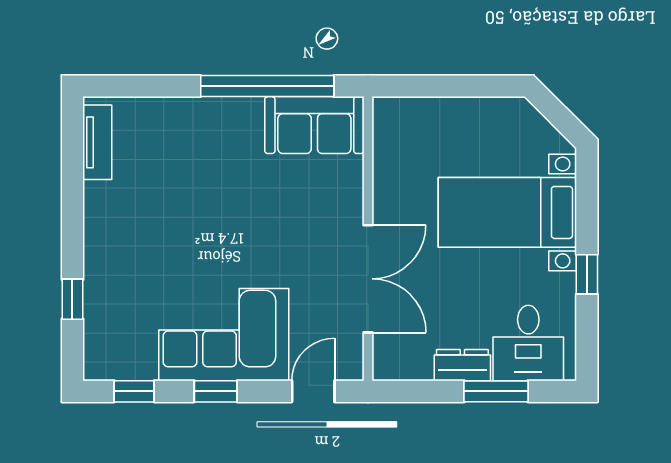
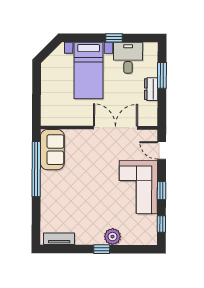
plant: (103, 272) -> (112, 237), added
window: (72, 299) -> (102, 249), moved
desk: (528, 343) -> (128, 58), moved, turned -90

